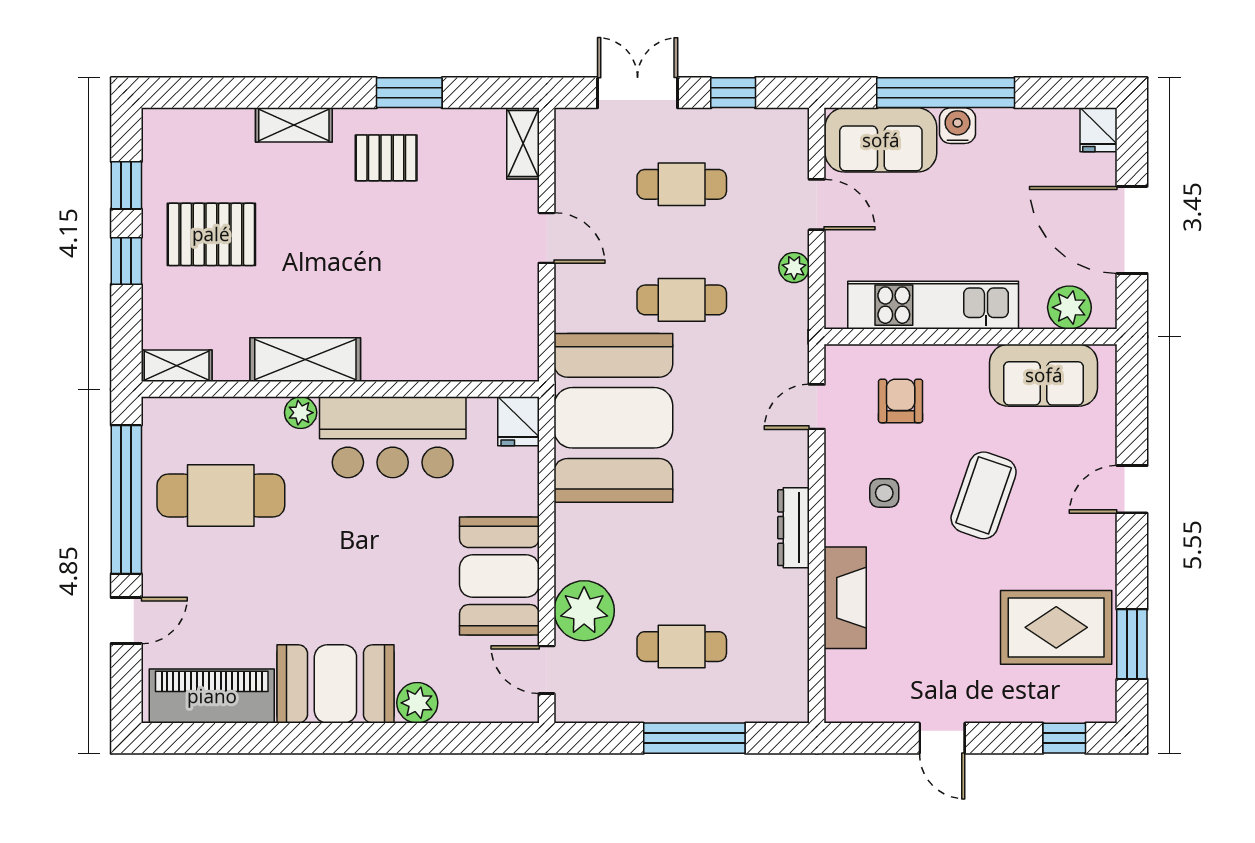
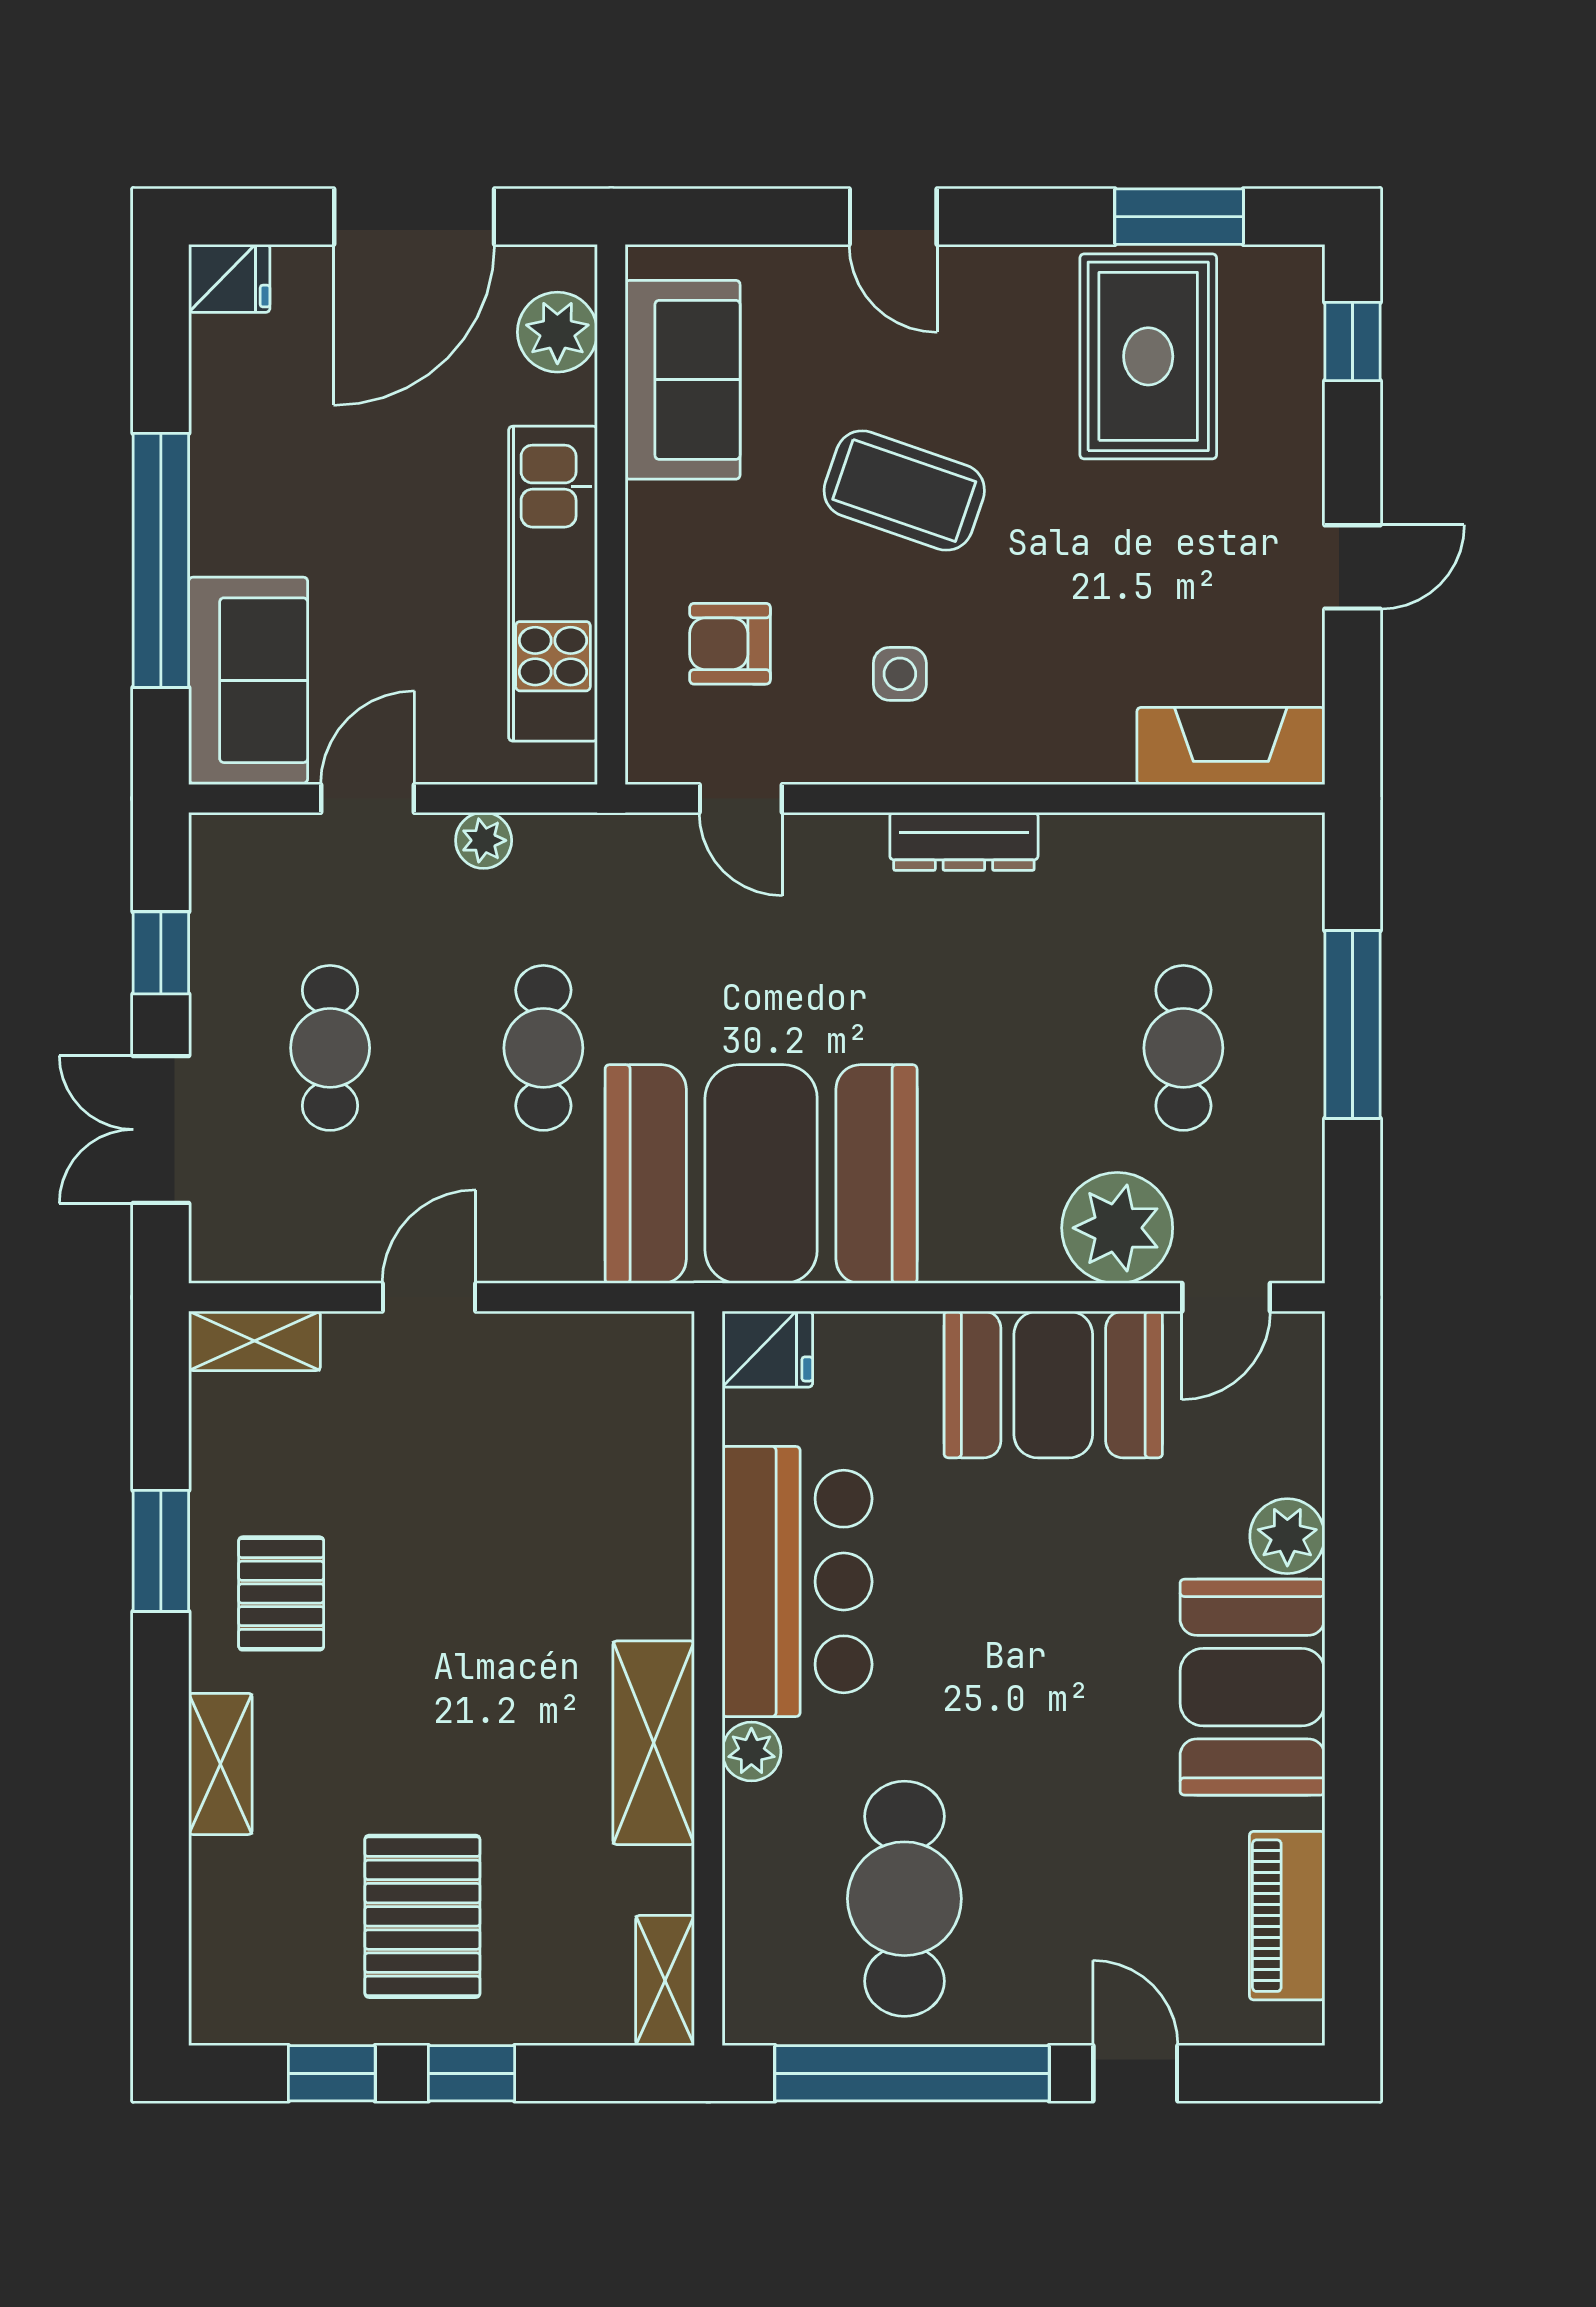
water cooler: (958, 126) -> (222, 539), removed
fireplace: (845, 598) -> (1231, 746), moved
piano: (212, 696) -> (1287, 1916), width x0.73, depth x0.75

